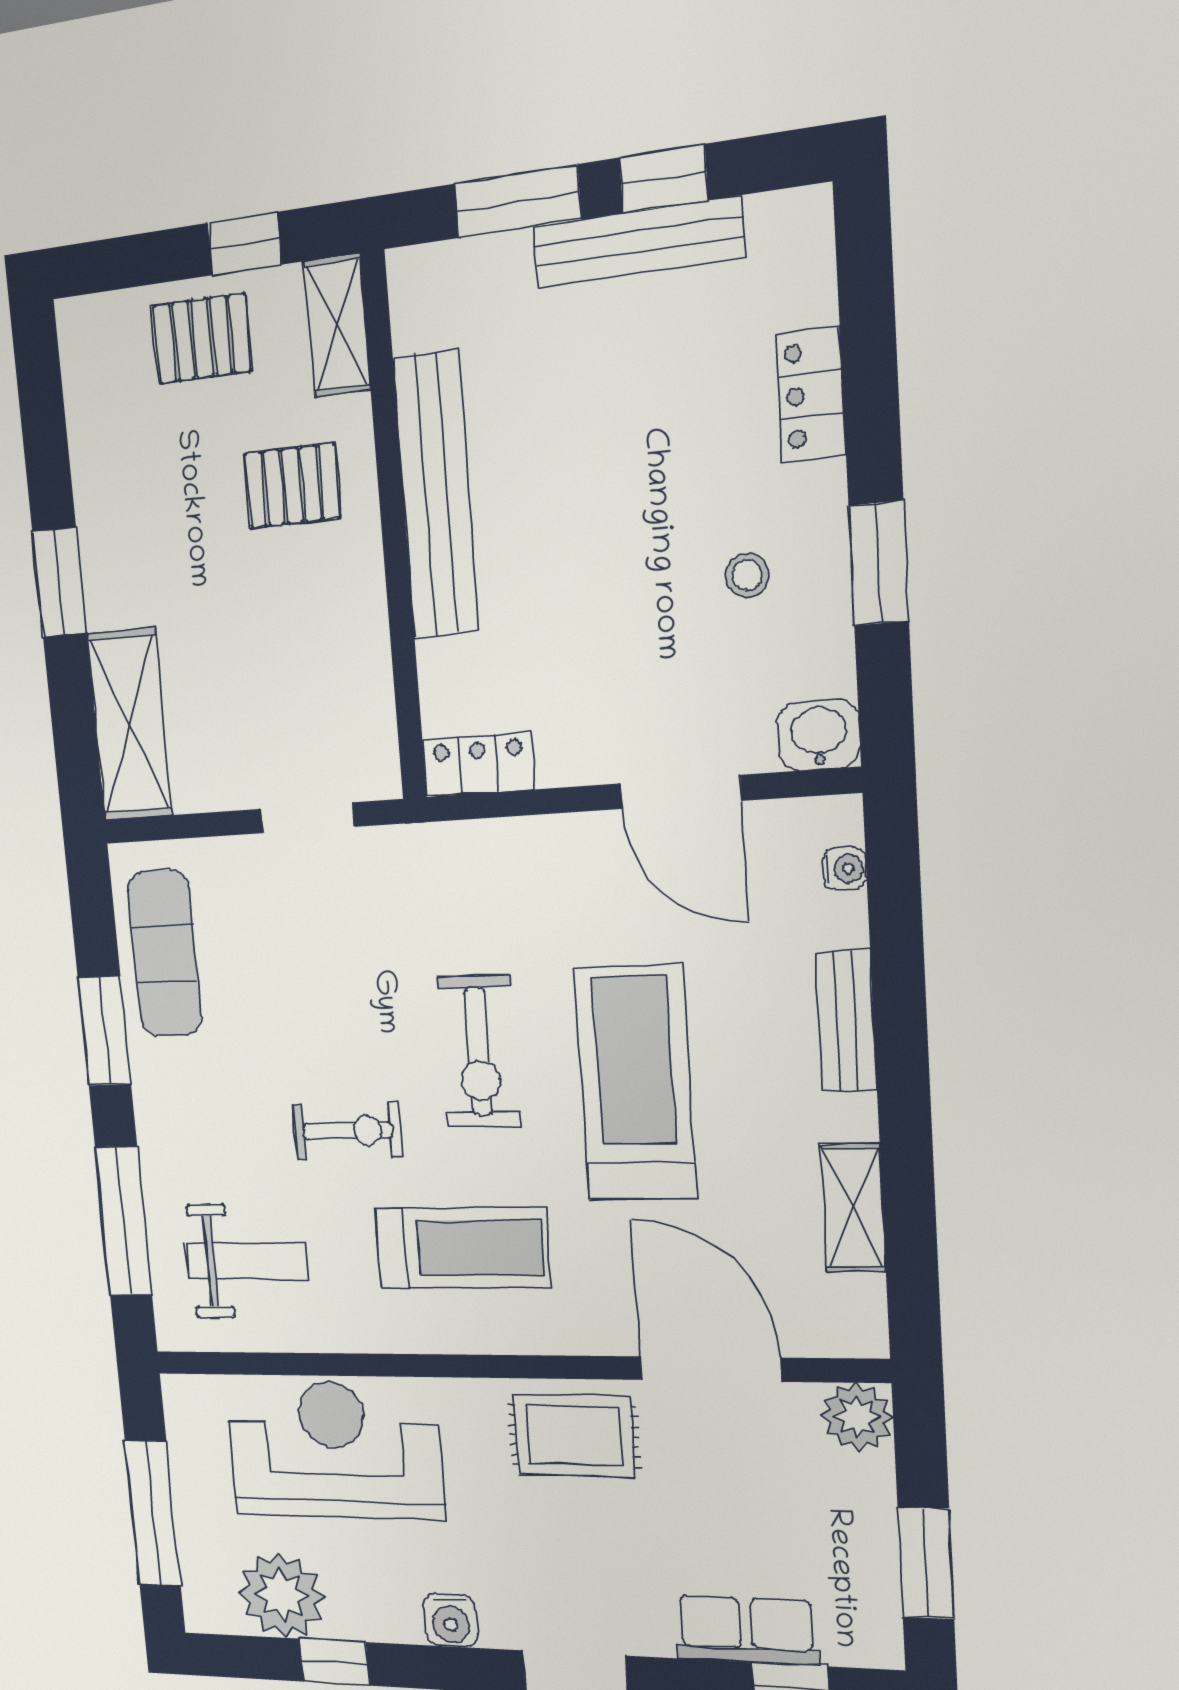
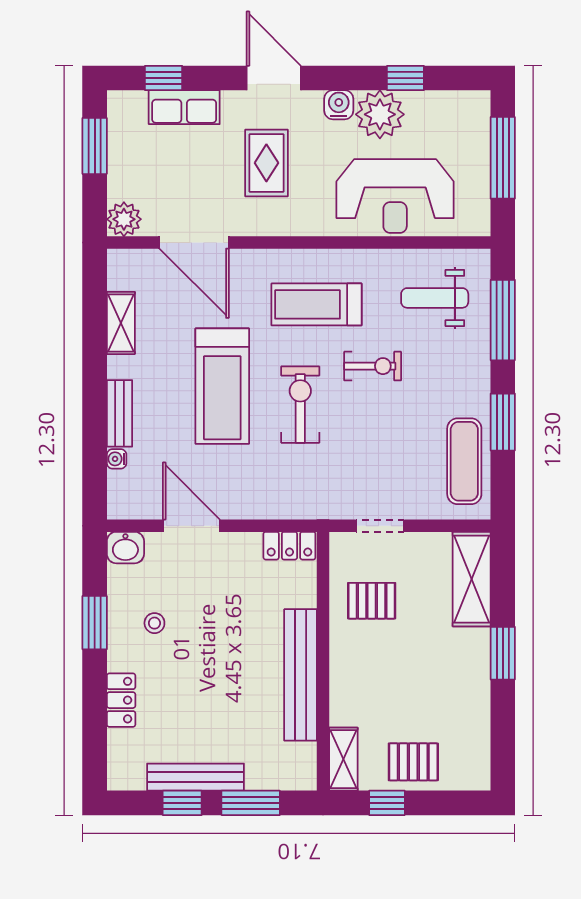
pallet: (292, 486) -> (372, 601), moved
water cooler: (845, 869) -> (117, 459), moved
exercise bike: (348, 1131) -> (373, 366), turned 180
rug: (574, 1436) -> (266, 163), moved, turned 90
plant: (282, 1595) -> (380, 114), moved

